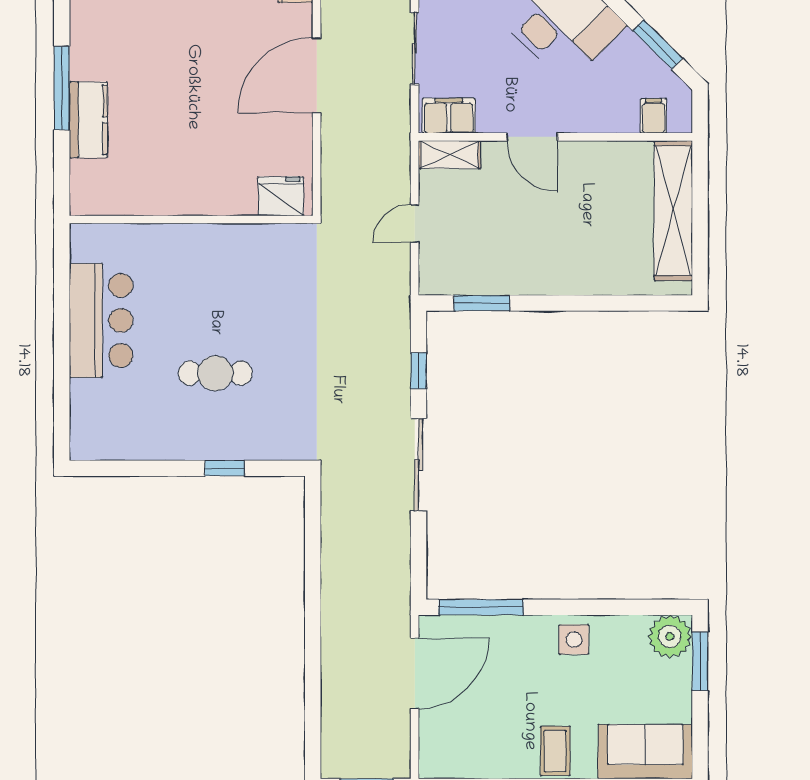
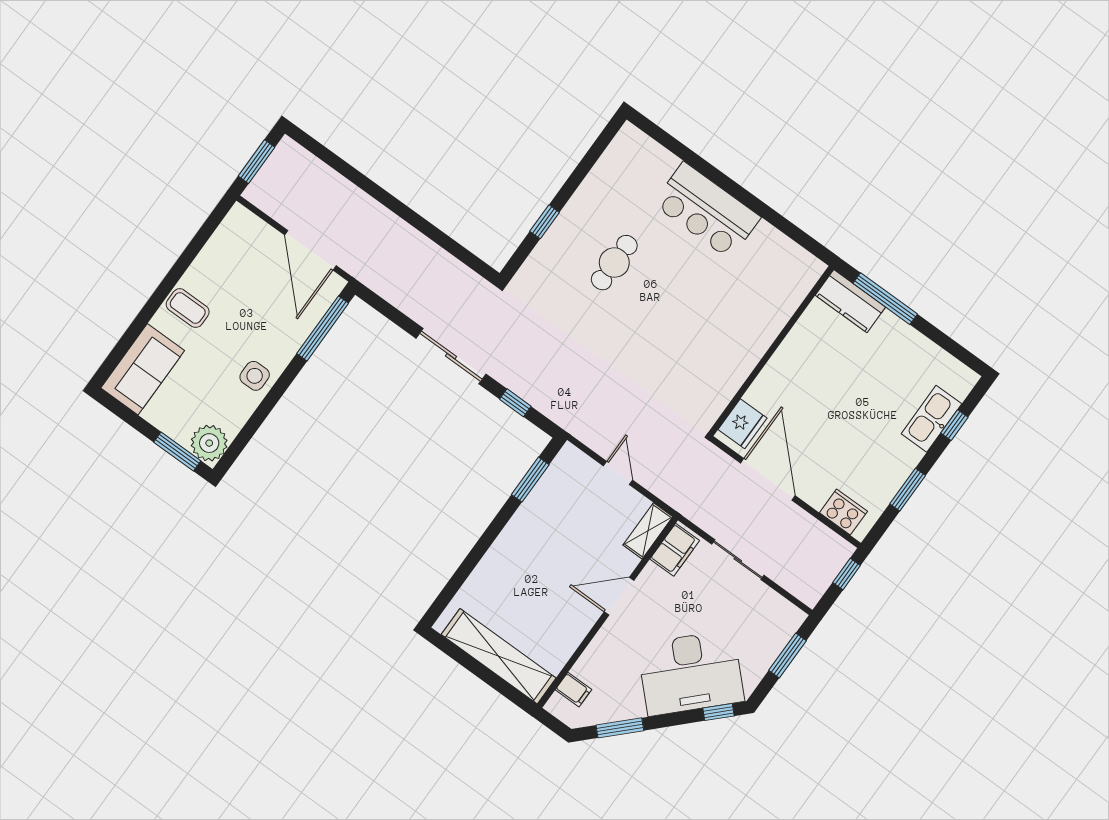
fridge: (281, 196) -> (743, 424), moved
wall: (191, 219) -> (771, 351), moved

